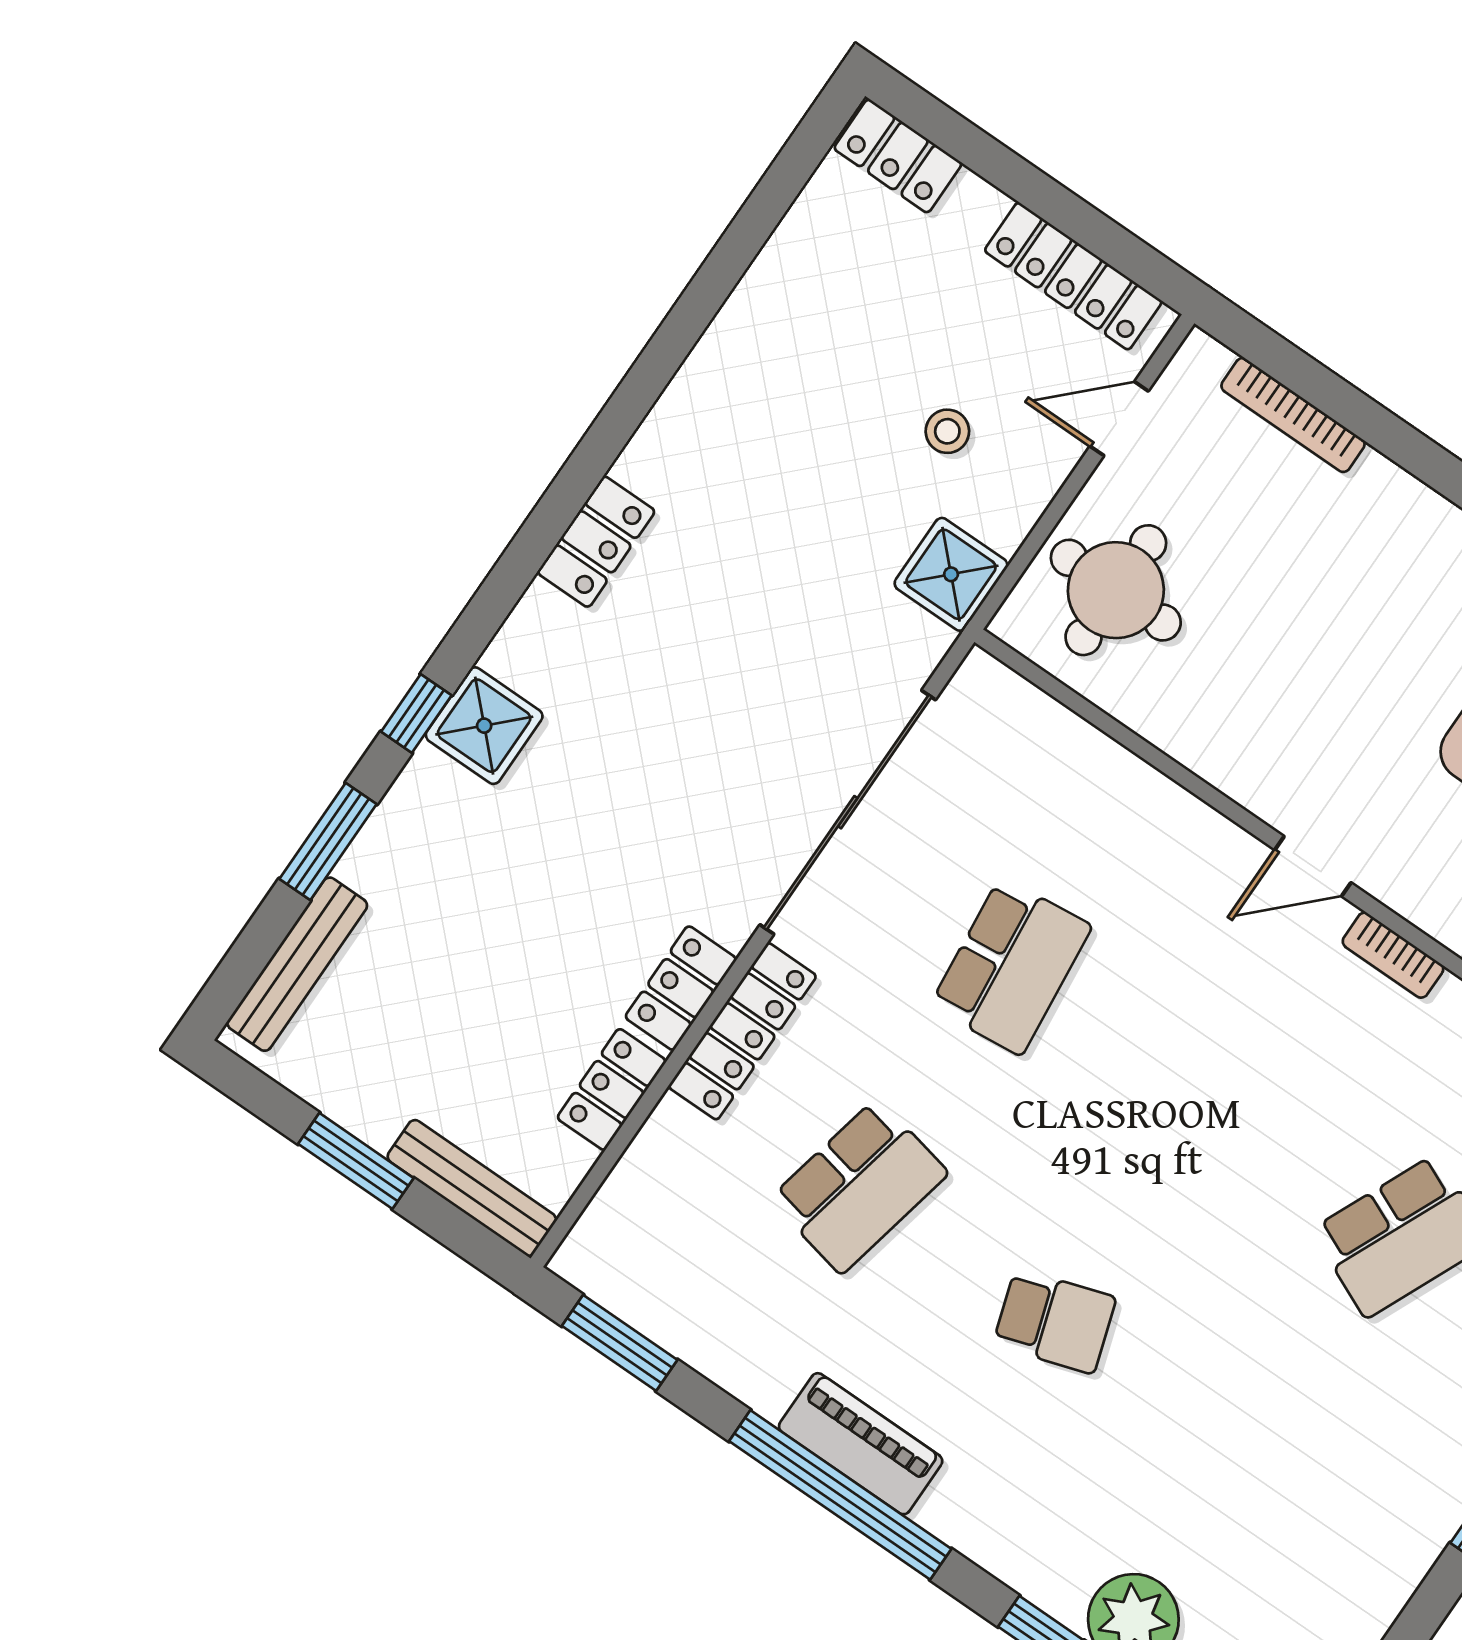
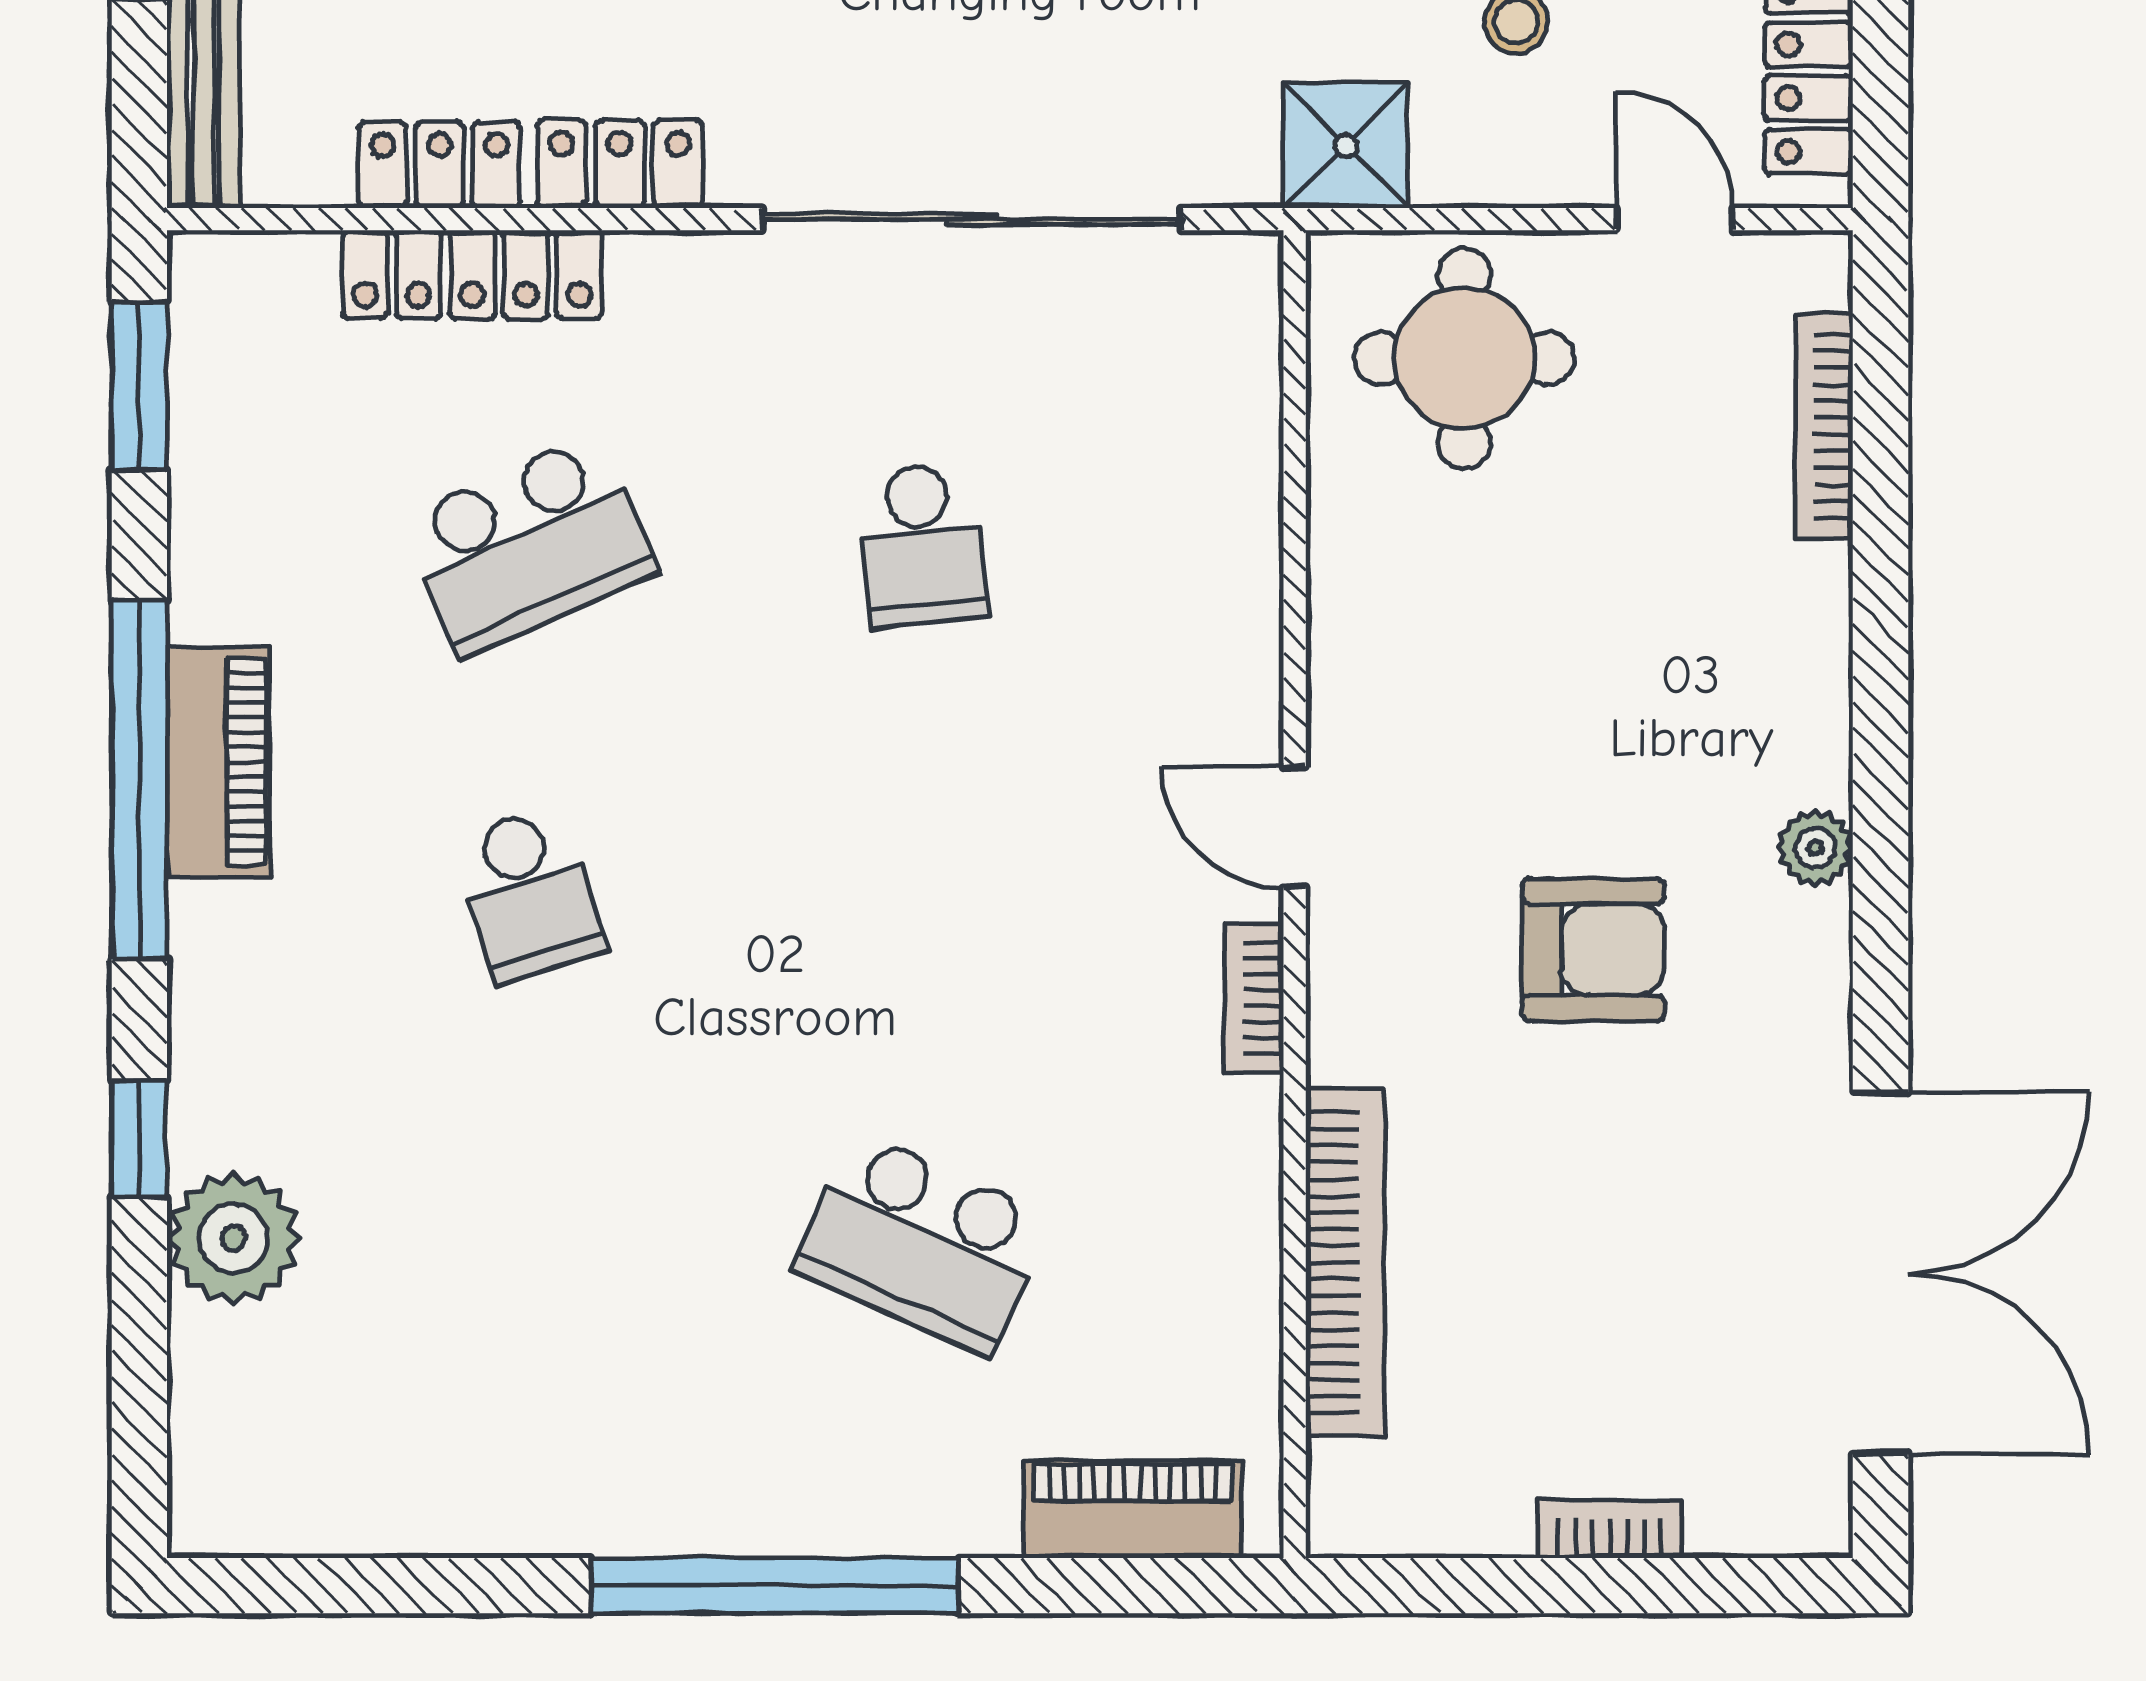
school desk: (1011, 966) -> (922, 545), width x0.54
locker: (742, 1031) -> (472, 275), moved
school desk: (859, 1186) -> (529, 545), turned -36

